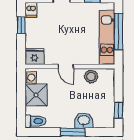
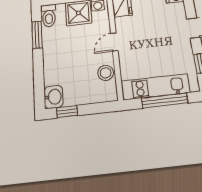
washbasin: (84, 121) -> (53, 97), moved
window: (73, 132) -> (37, 35), moved

